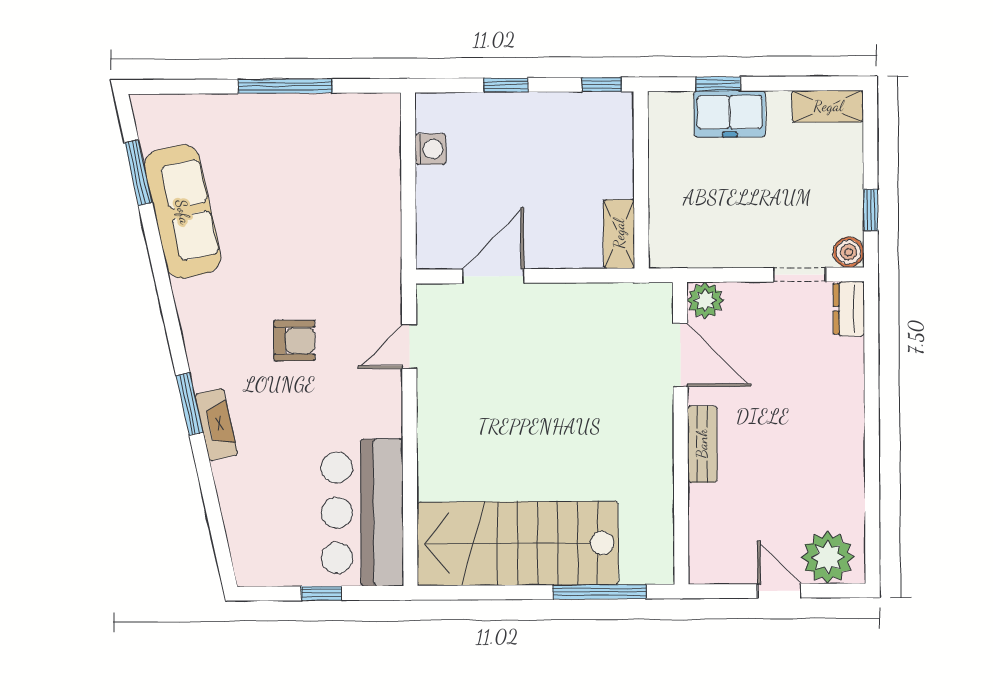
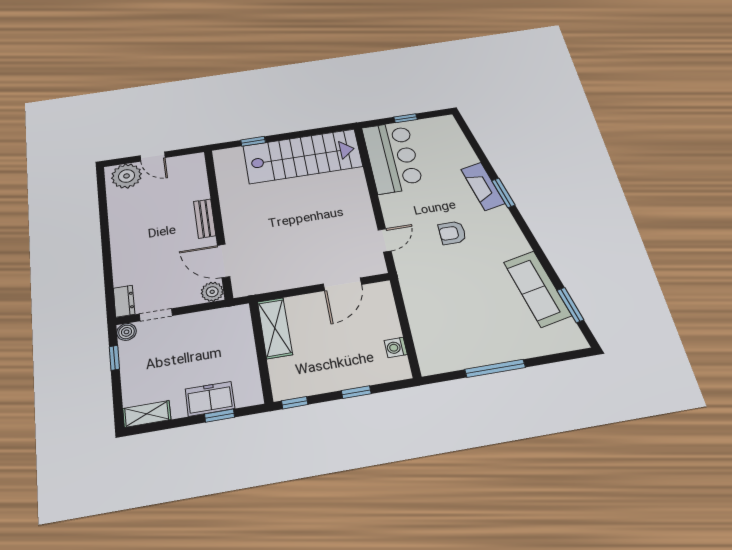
shelving: (619, 234) -> (275, 328), width x1.50, depth x1.33
fireplace: (216, 424) -> (483, 186), width x1.37, depth x1.32
window: (600, 592) -> (253, 141), width x0.46

